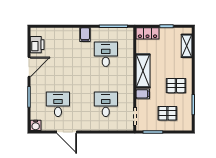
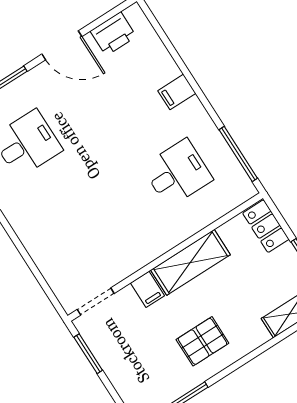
filing cabinet: (85, 35) -> (177, 92), moved
pallet: (176, 86) -> (202, 341), turned 90
desk: (106, 104) -> (84, 233), removed
pallet: (167, 113) -> (141, 359), removed

